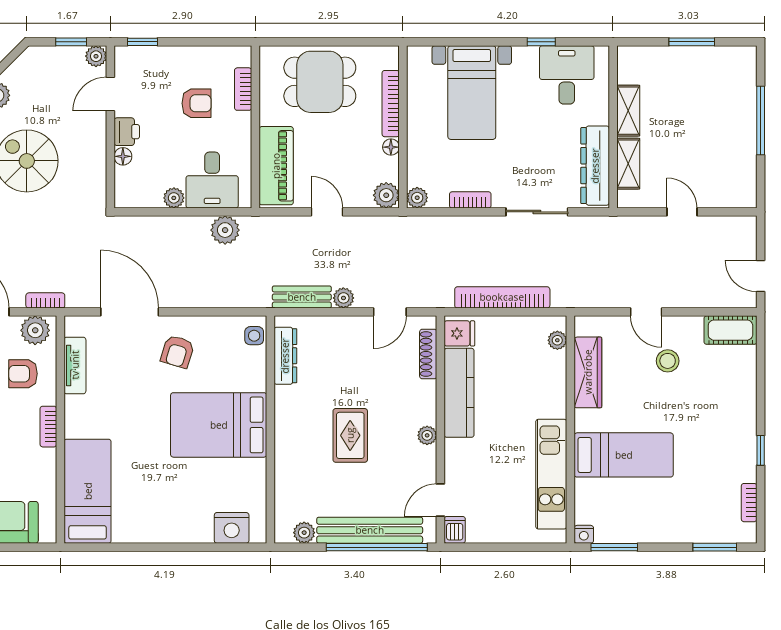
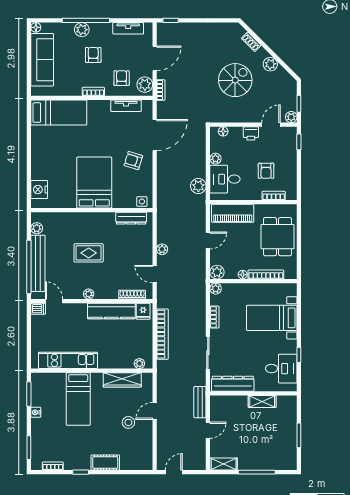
door: (110, 94) -> (271, 125), hinge flipped
floor lamp: (123, 156) -> (223, 131), moved
shelving: (628, 164) -> (224, 464), moved
bench: (302, 297) -> (200, 402), moved
cot: (730, 330) -> (105, 462), moved, turned 90
nightstand: (584, 534) -> (36, 412), moved

